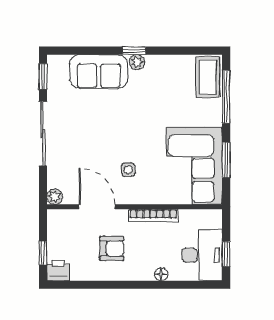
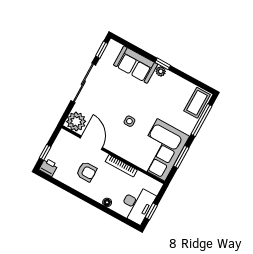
side table: (128, 170) -> (129, 121), moved
plant: (55, 197) -> (76, 122), width x1.87, depth x1.87

